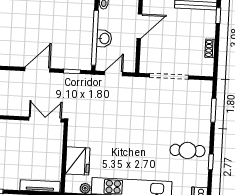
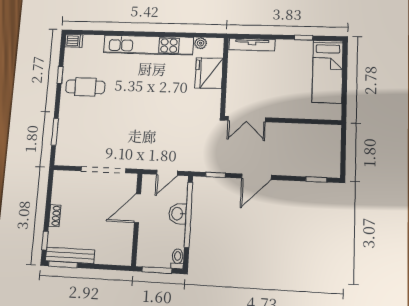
door: (139, 26) -> (137, 208), moved
shoe rack: (210, 48) -> (55, 216), moved

